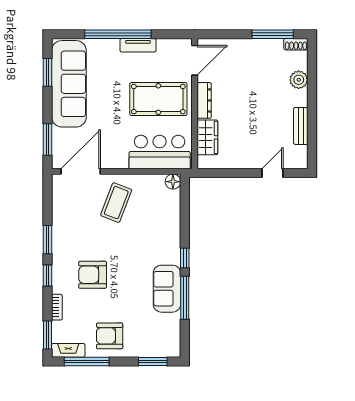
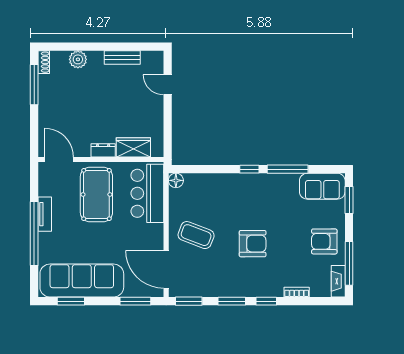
dresser: (204, 100) -> (103, 150), width x0.70
armchair: (93, 275) -> (253, 244), moved, turned -90
sofa: (167, 289) -> (322, 186), moved
window: (48, 335) -> (189, 301), moved
armchair: (110, 336) -> (324, 241), turned 90

